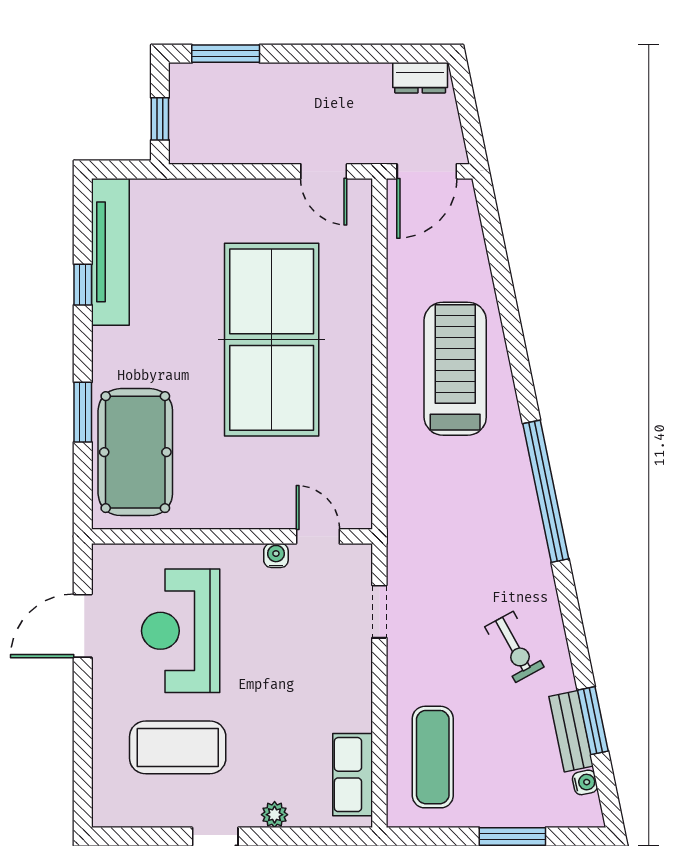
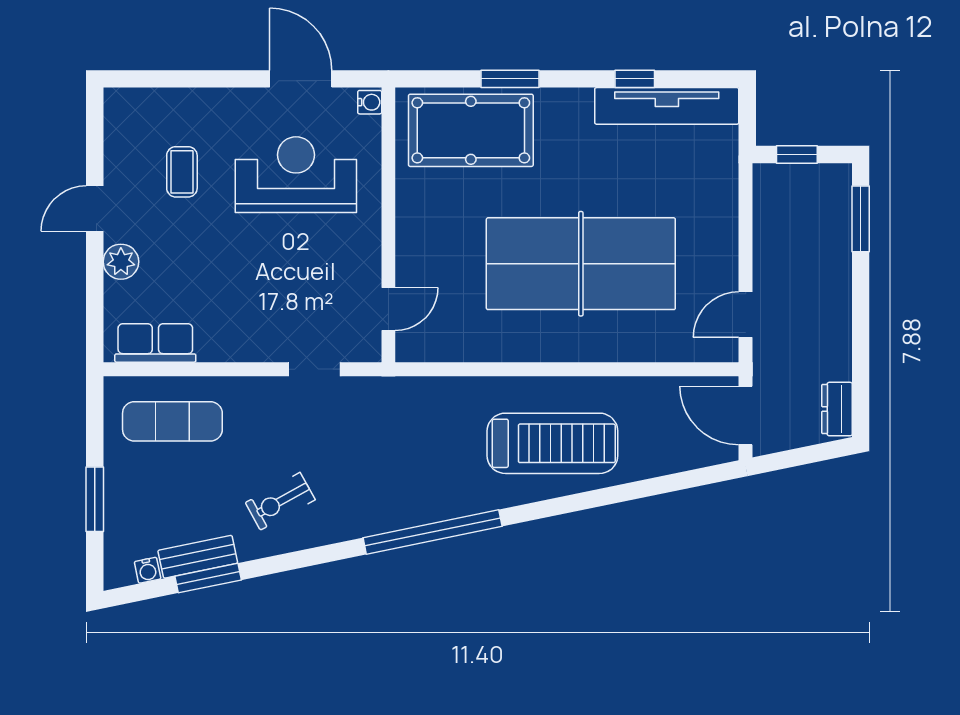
water cooler: (276, 555) -> (370, 102), moved
coffee table: (178, 747) -> (182, 172), width x0.54, depth x0.58
plant: (275, 815) -> (121, 262), width x1.38, depth x1.38

